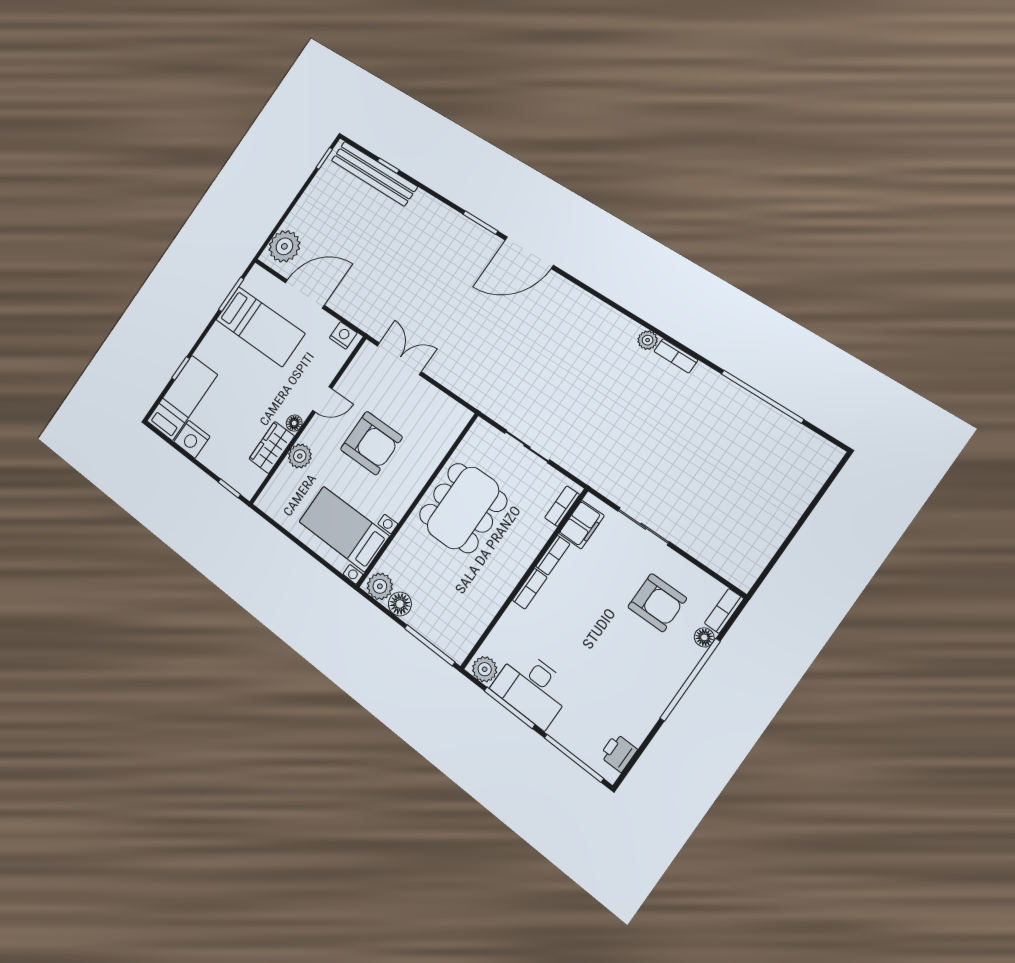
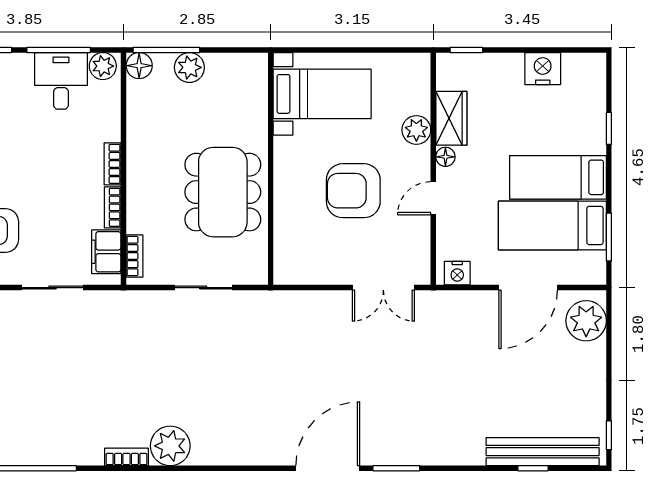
plant: (648, 340) -> (170, 446), width x1.87, depth x1.87
bed: (182, 398) -> (558, 177), moved, turned 90
plant: (380, 586) -> (189, 67), moved
floor lamp: (400, 604) -> (139, 66), moved
desk: (532, 688) -> (61, 81), width x0.73

